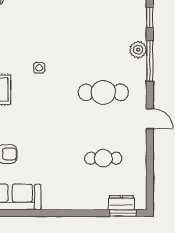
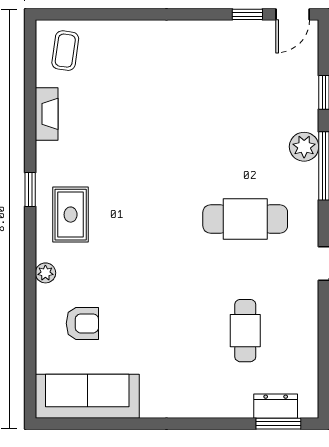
side table: (39, 68) -> (137, 178), removed
cafe table: (103, 158) -> (245, 331), turned 90

